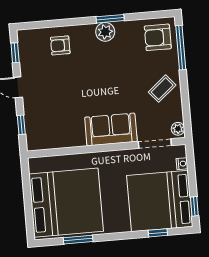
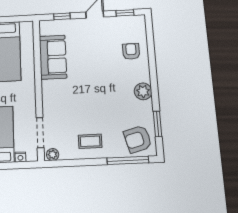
window: (110, 19) -> (158, 124), moved
armchair: (158, 37) -> (138, 139), turned -105
coffee table: (162, 89) -> (90, 141), turned -50
sofa: (111, 129) -> (53, 57), moved

